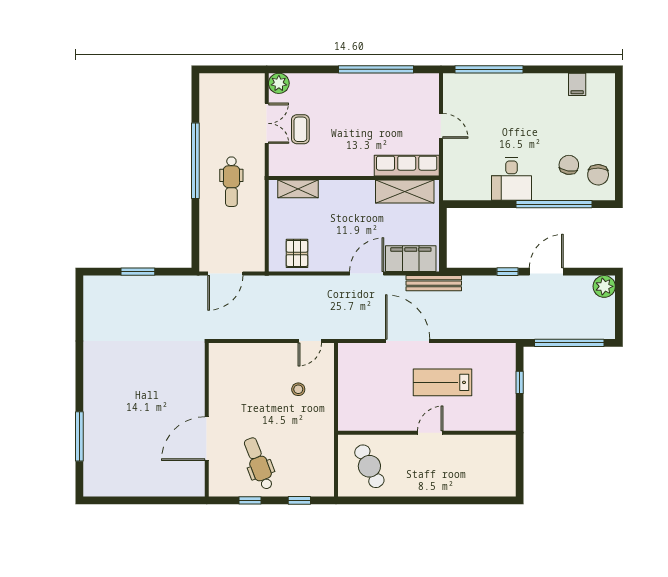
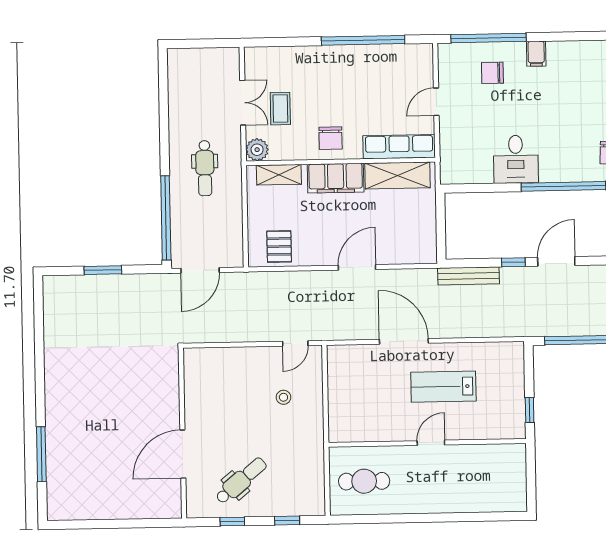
plant: (279, 83) -> (257, 150), moved
filing cabinet: (577, 84) -> (536, 54), moved
door: (441, 126) -> (436, 102), swing flipped
chair: (345, 157) -> (331, 138), added
window: (195, 161) -> (166, 218), moved
chair: (569, 165) -> (492, 73), moved, turned -99
filing cabinet: (411, 259) -> (336, 178), moved, turned 180
bench: (434, 283) -> (468, 276), moved
window: (520, 382) -> (530, 410), moved
dental chair: (259, 464) -> (241, 481), turned 71
cafe table: (369, 466) -> (364, 481), turned -64

